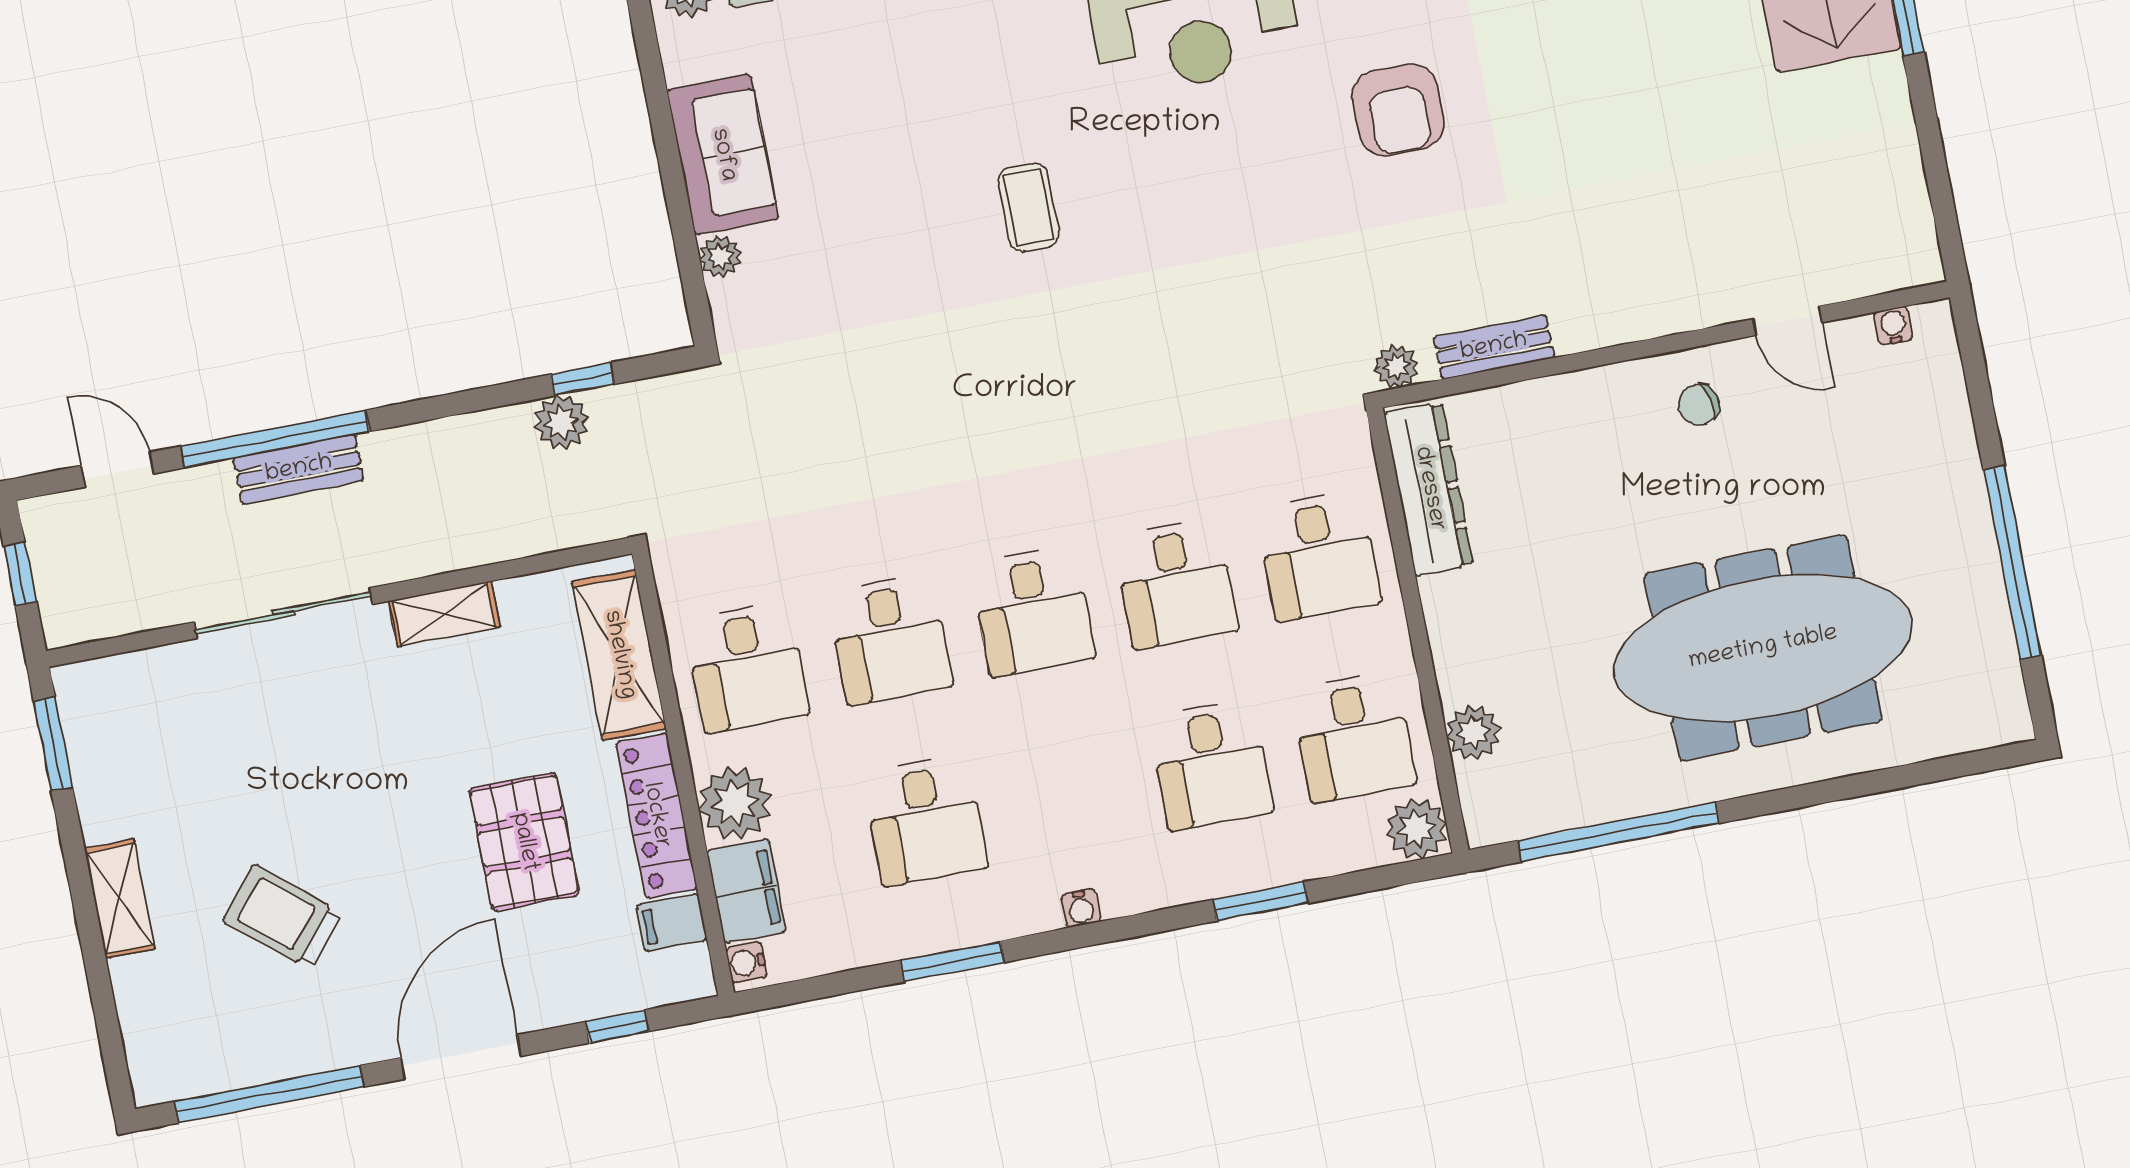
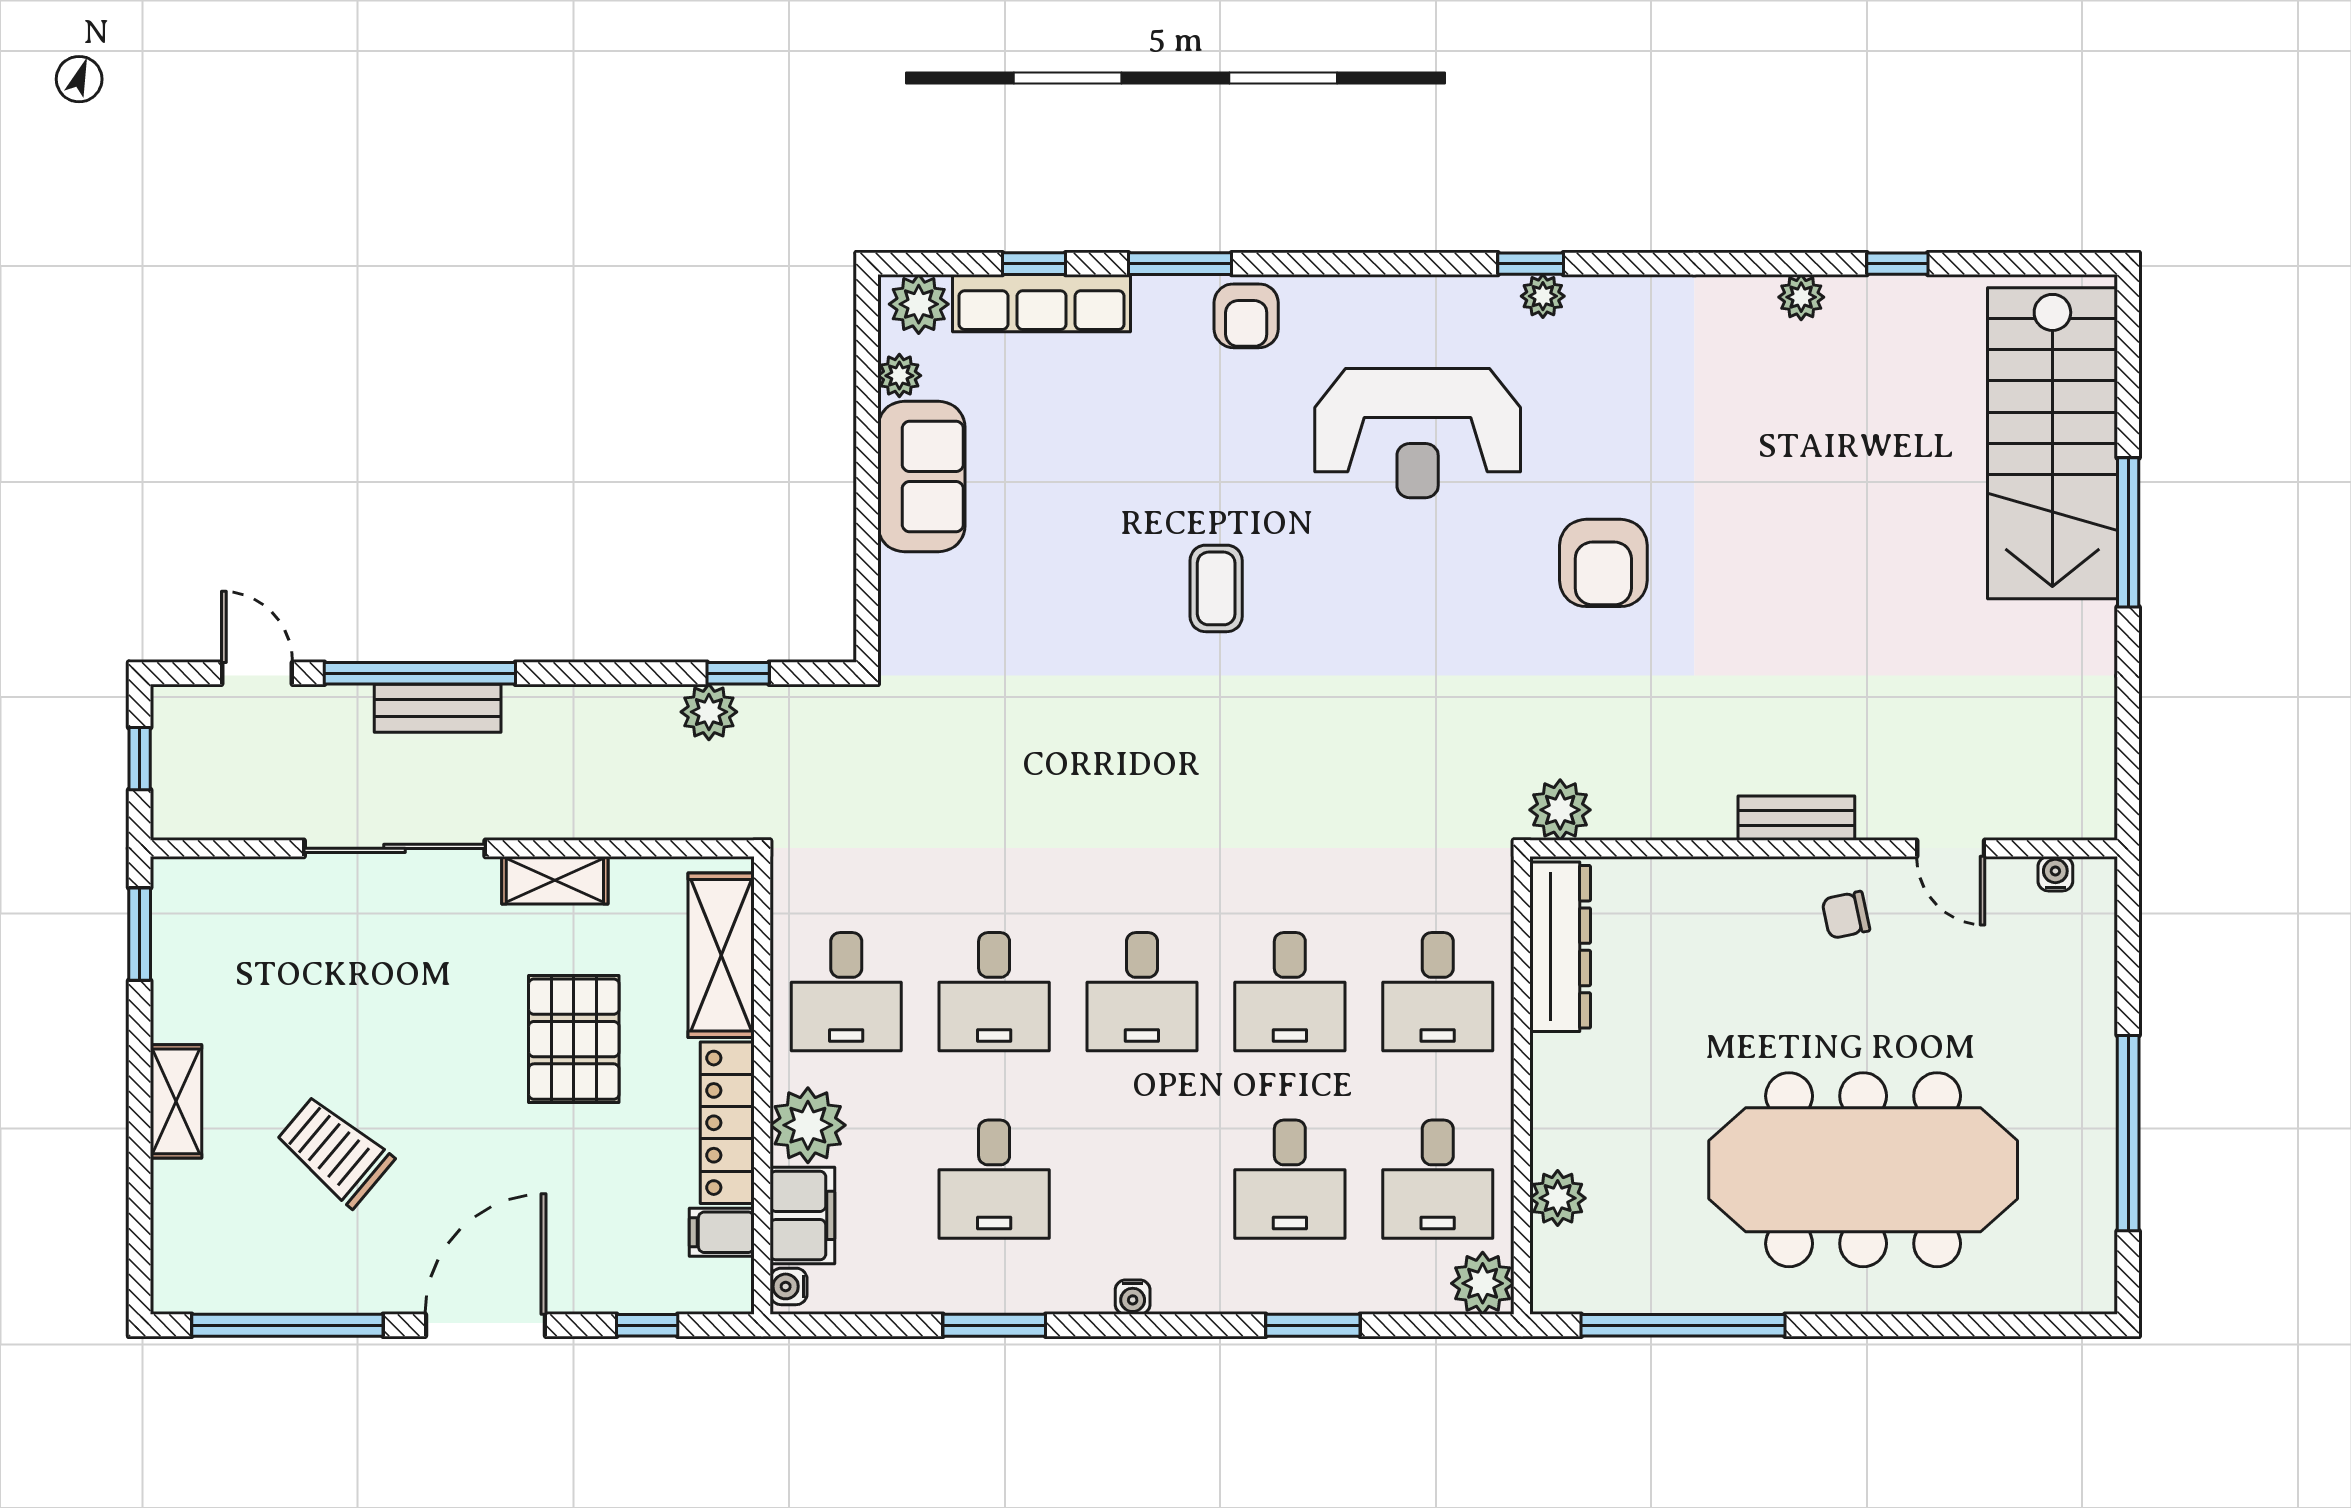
plant: (720, 256) -> (899, 376), moved
bench: (1494, 347) -> (1796, 818), moved
plant: (1396, 366) -> (1560, 810), width x1.38, depth x1.38
pallet: (524, 842) -> (574, 1039), moved

